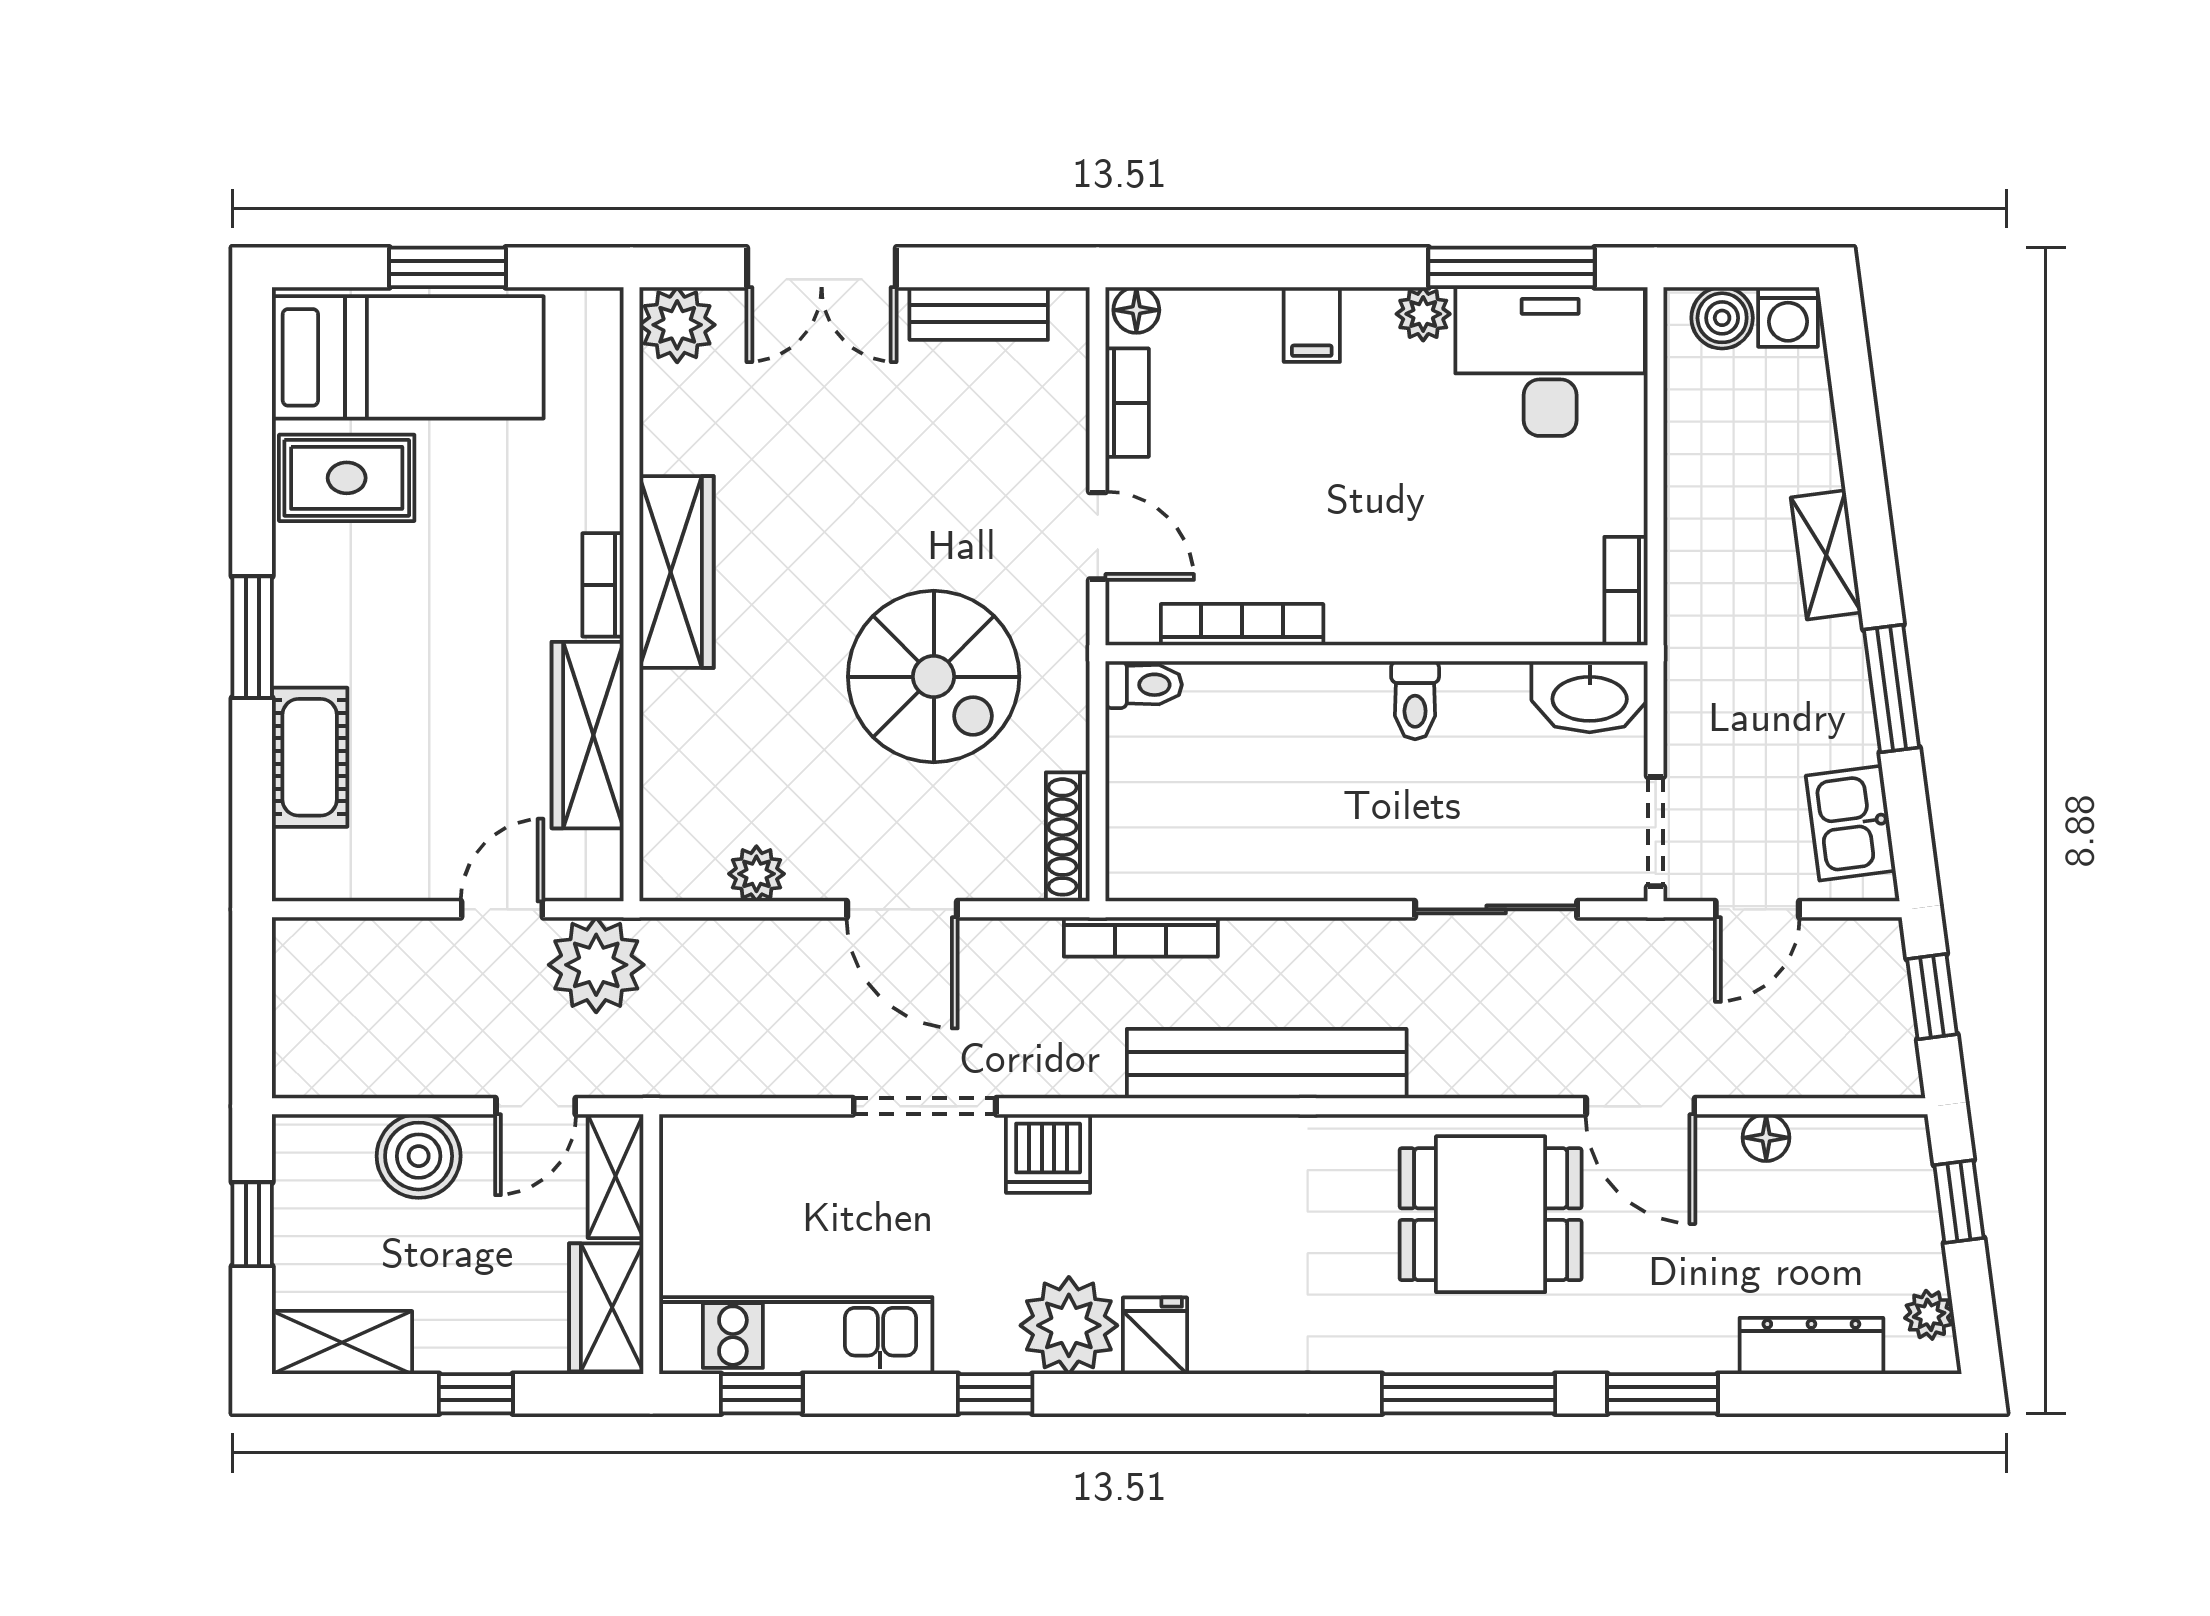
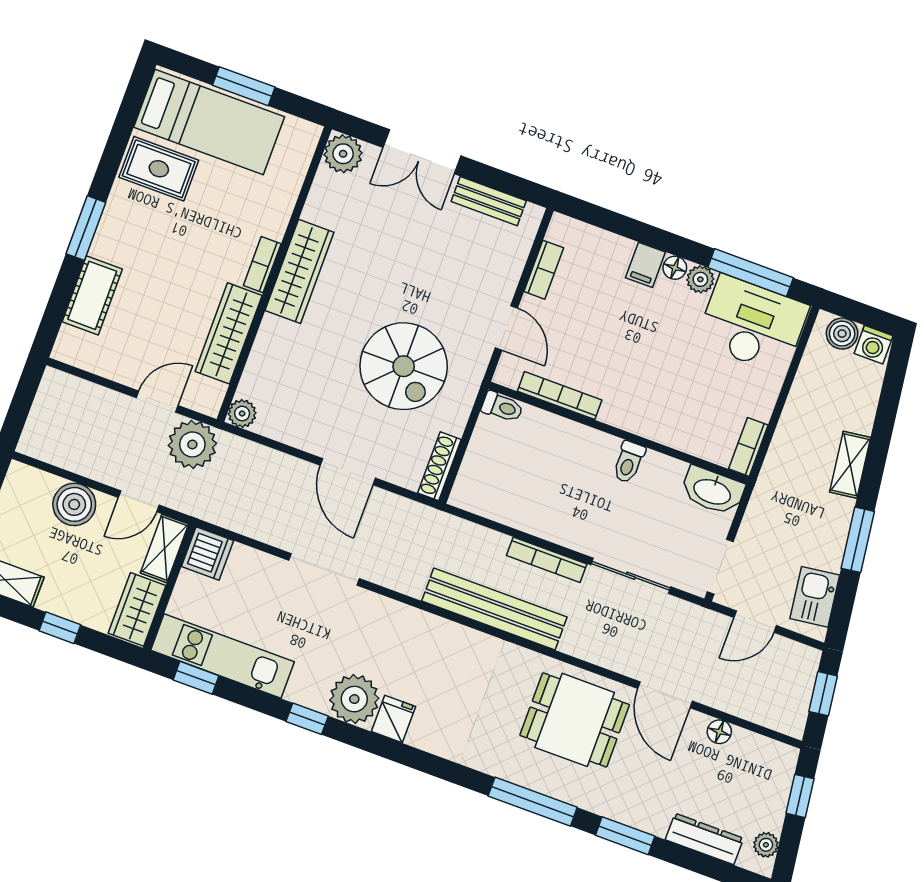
floor lamp: (1136, 310) -> (675, 268), moved
plant: (756, 874) -> (242, 413), moved
bookcase: (1141, 937) -> (547, 560), moved
dishwasher: (1048, 1154) -> (208, 554), moved, turned -90

